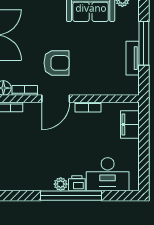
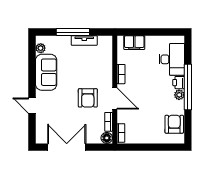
armchair: (57, 63) -> (88, 98), turned 180
armchair: (22, 177) -> (174, 124), added

